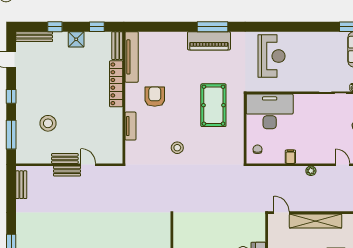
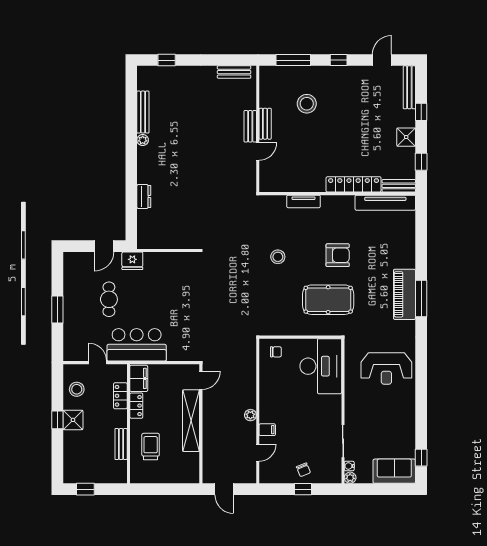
armchair: (155, 97) -> (338, 255), moved
filing cabinet: (290, 157) -> (267, 430), moved

